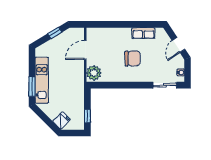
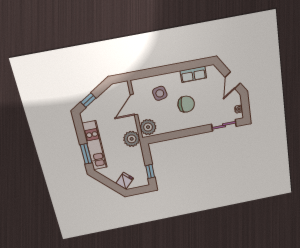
window: (55, 33) -> (88, 100), moved
side table: (110, 44) -> (160, 93), added
plant: (77, 81) -> (132, 139), added

